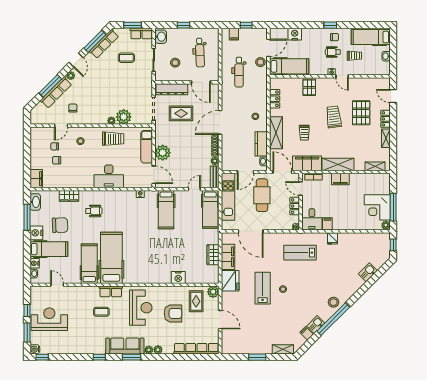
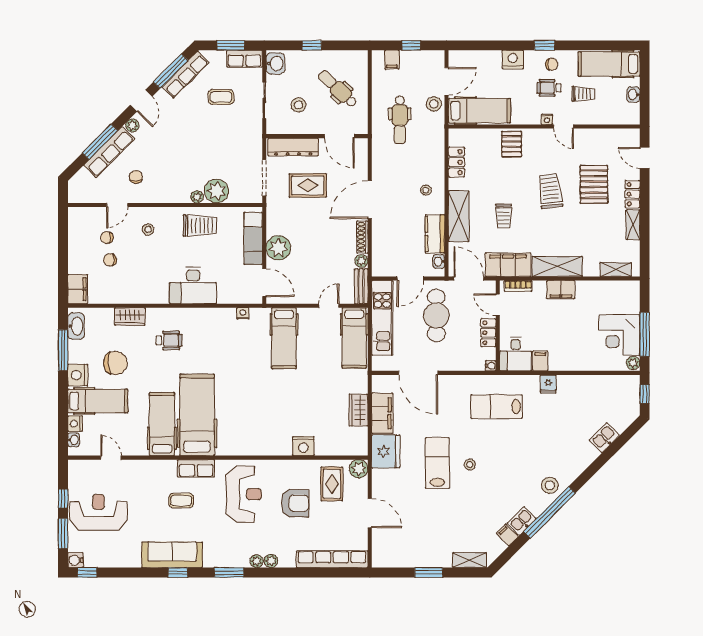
nightstand: (295, 34) -> (513, 60), moved
dental chair: (200, 53) -> (338, 89), turned 136
sofa: (125, 346) -> (172, 555), moved

